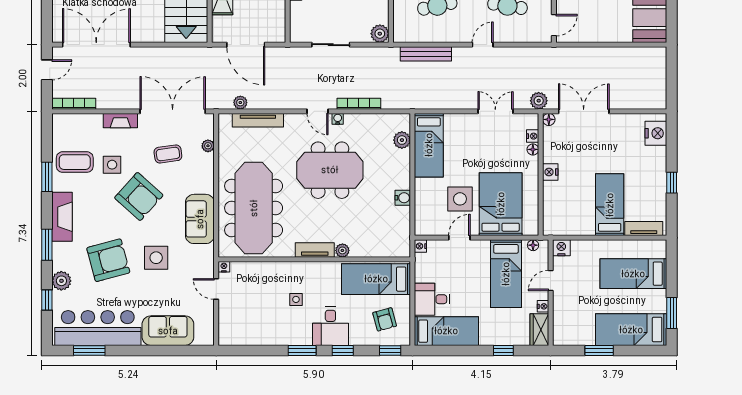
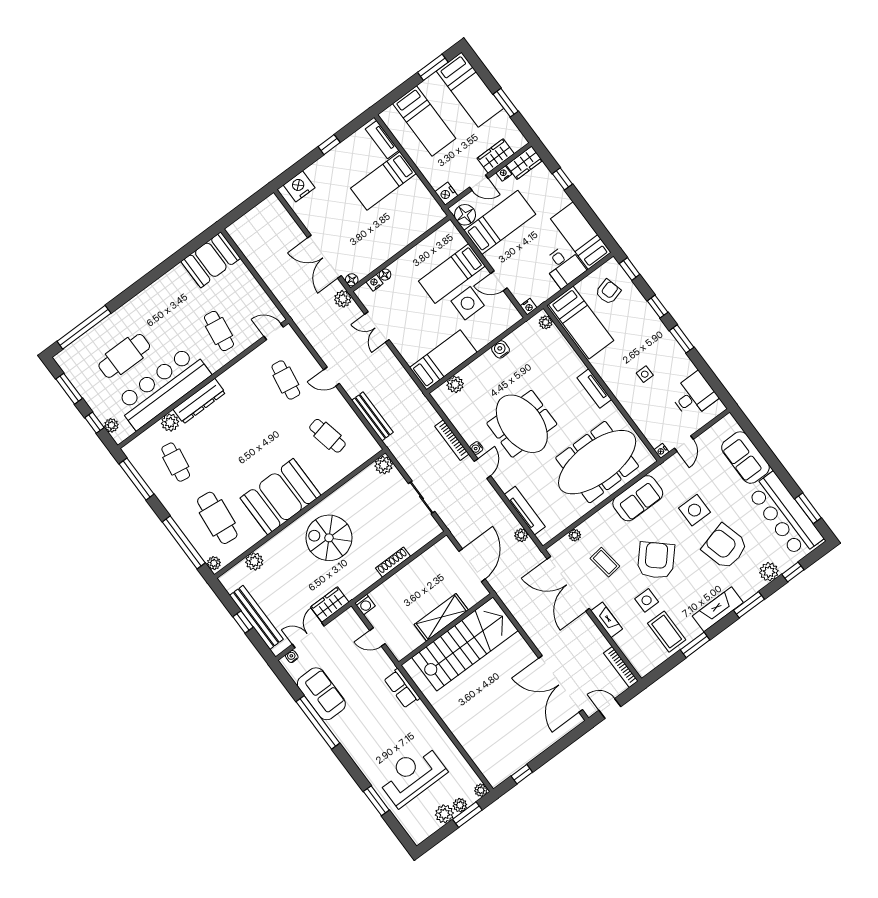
nightstand: (550, 172) -> (393, 247), removed
bed: (501, 204) -> (452, 274), width x0.67
floor lamp: (533, 245) -> (465, 215), width x1.89, depth x1.89
plant: (342, 250) -> (546, 322), moved
wardrobe: (562, 310) -> (496, 156), added
desk: (330, 326) -> (694, 395), moved

